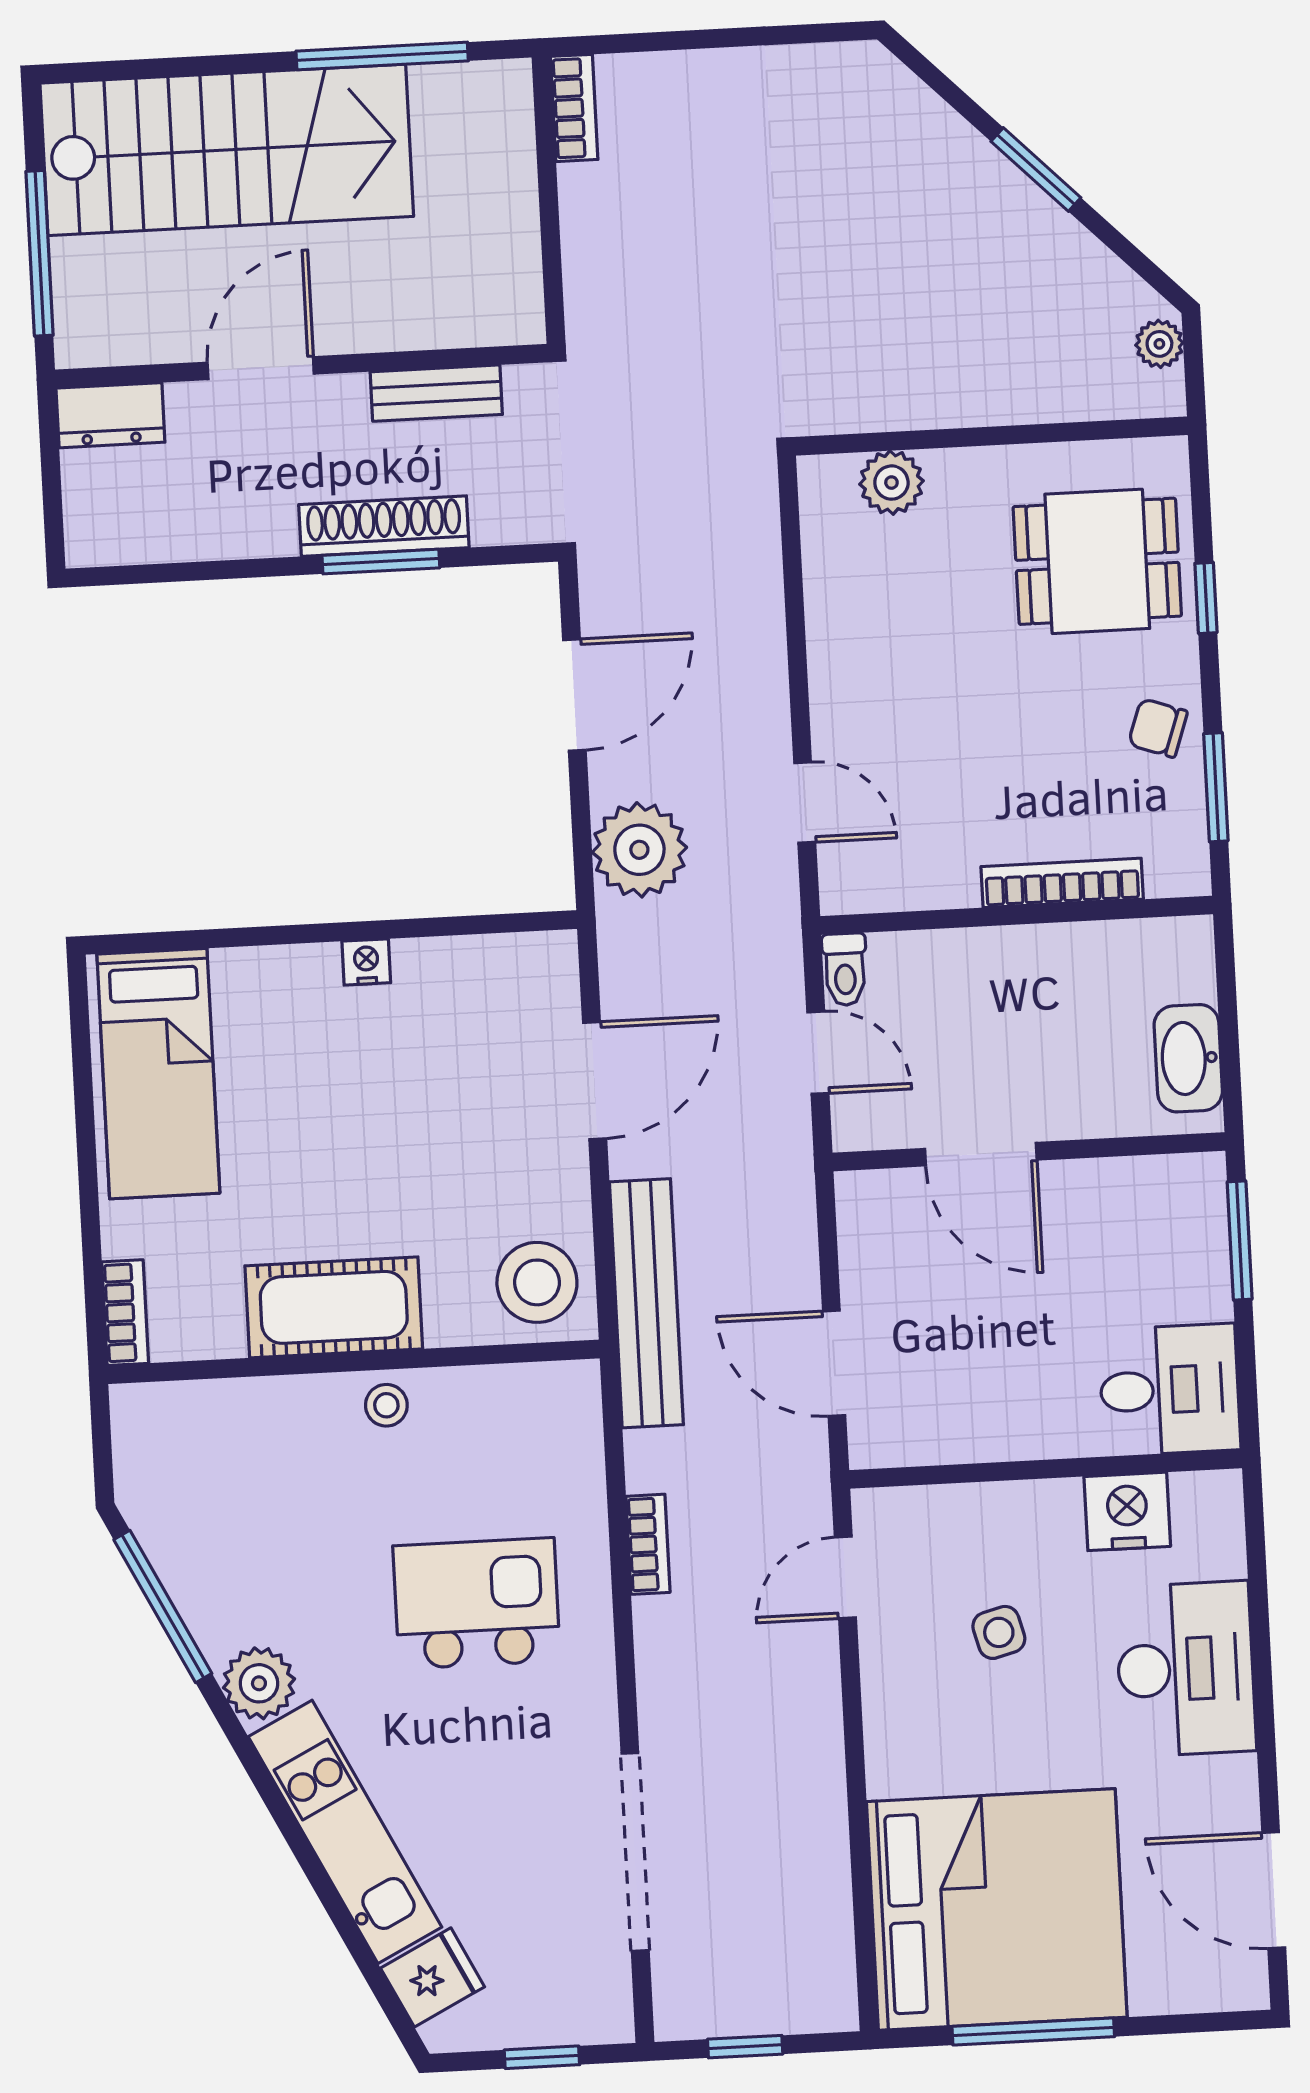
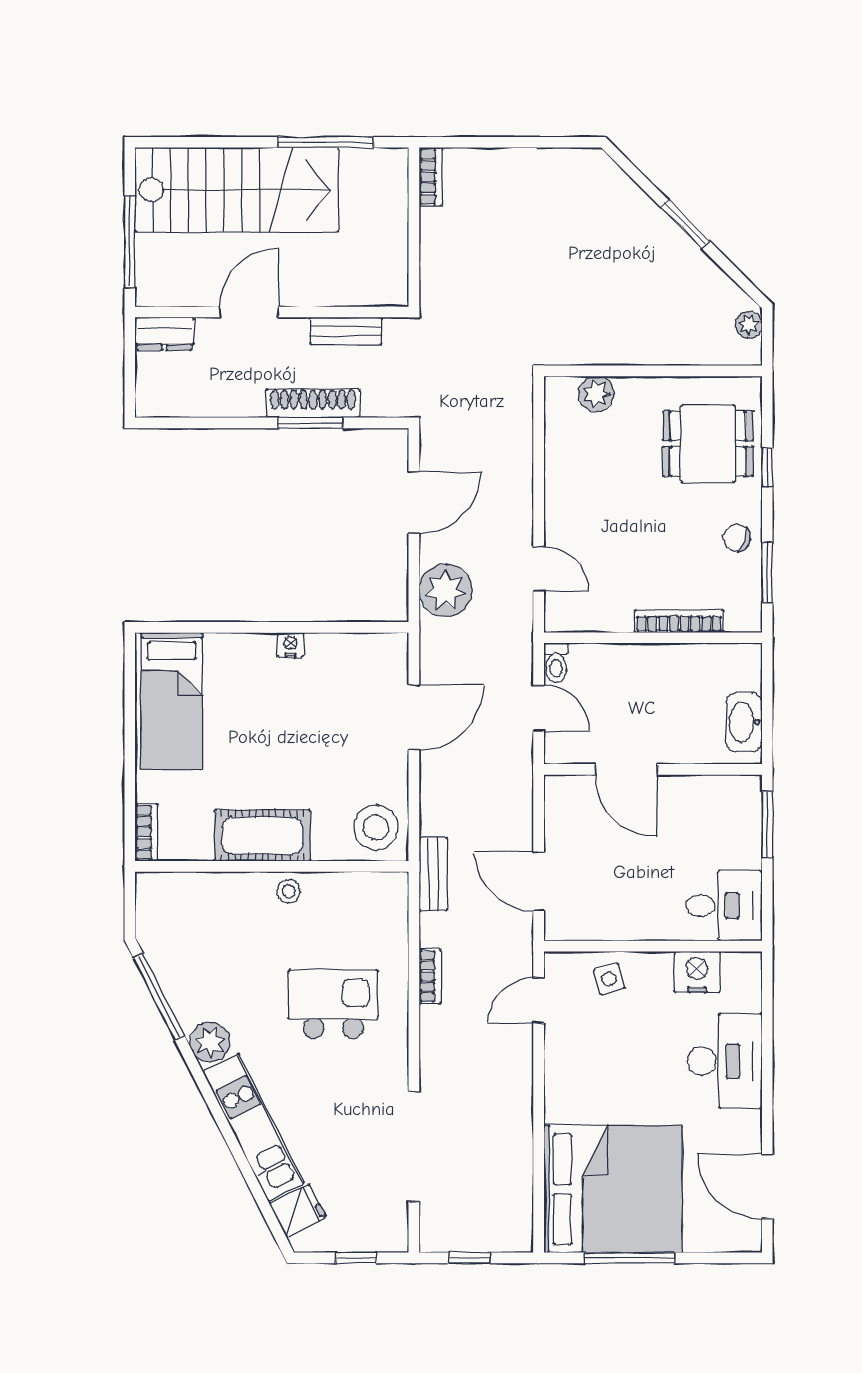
bench: (646, 1303) -> (433, 874), width x0.54, depth x0.82
side table: (999, 1632) -> (609, 979), moved

